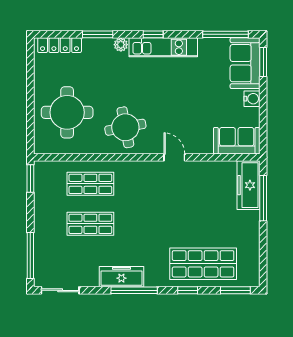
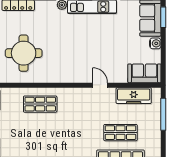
round table: (125, 127) -> (65, 64), removed
freezer: (248, 185) -> (134, 96), moved, turned -90
shop shelf: (90, 224) -> (120, 133), moved

